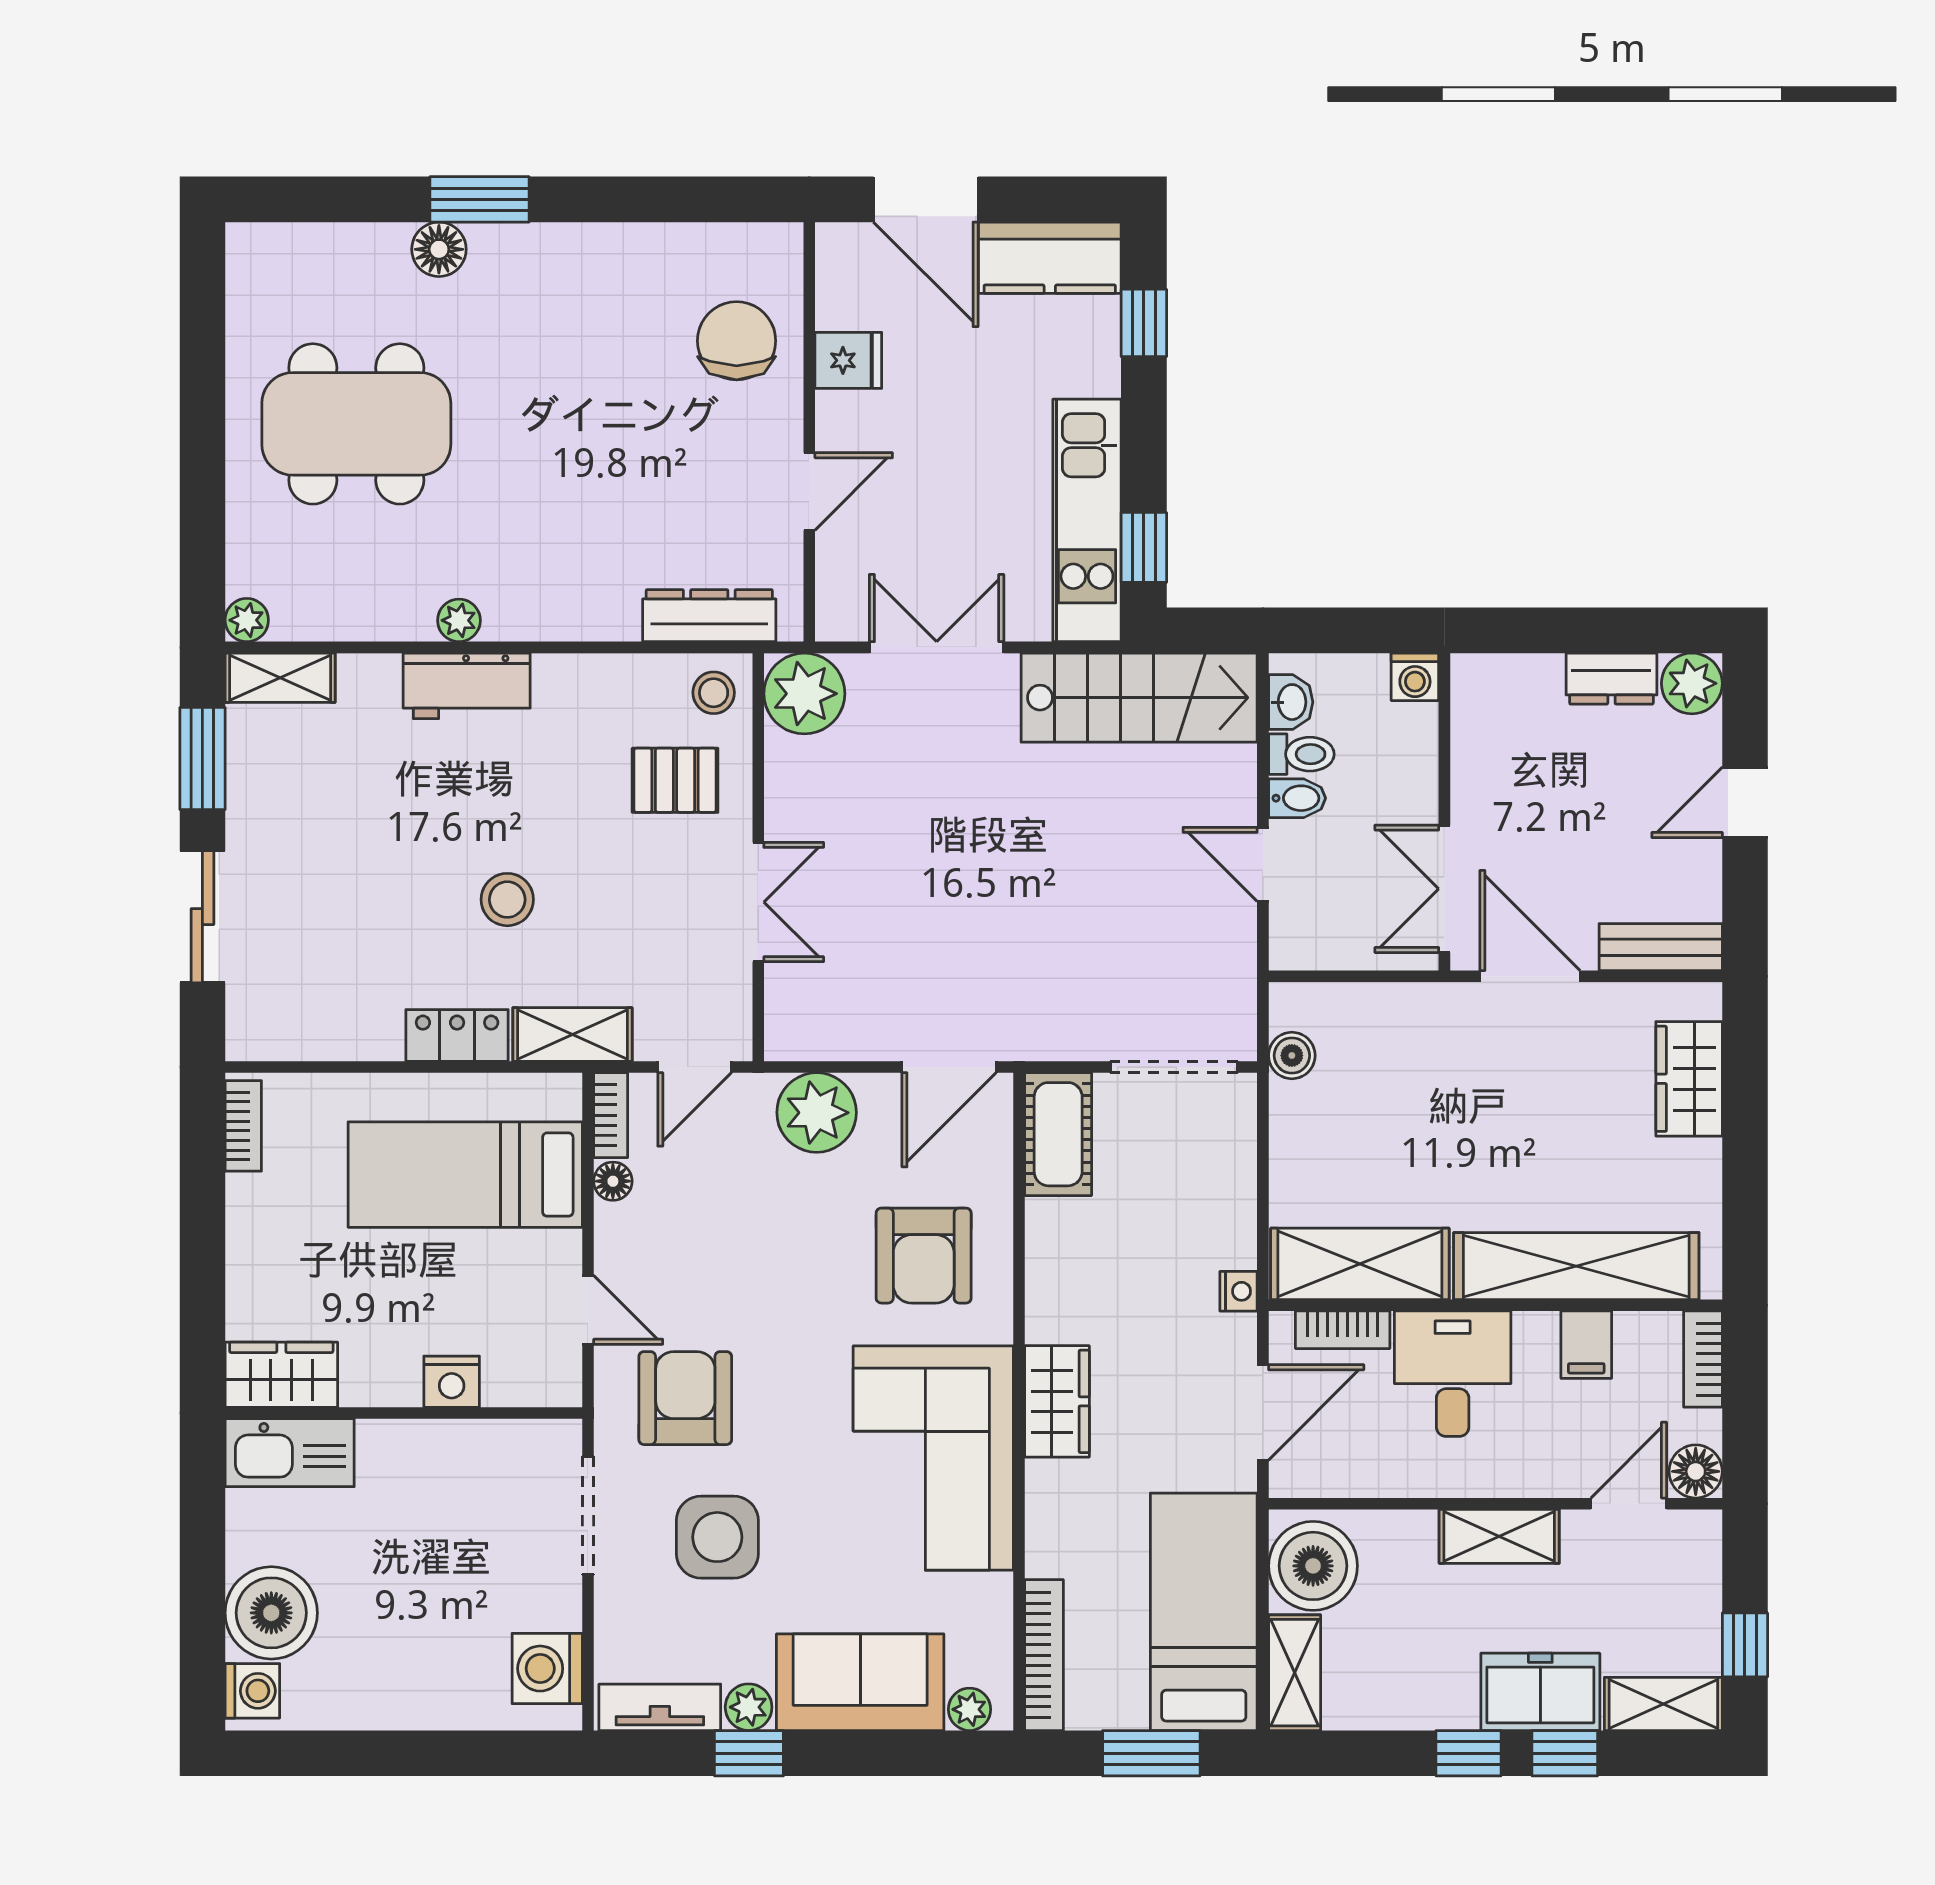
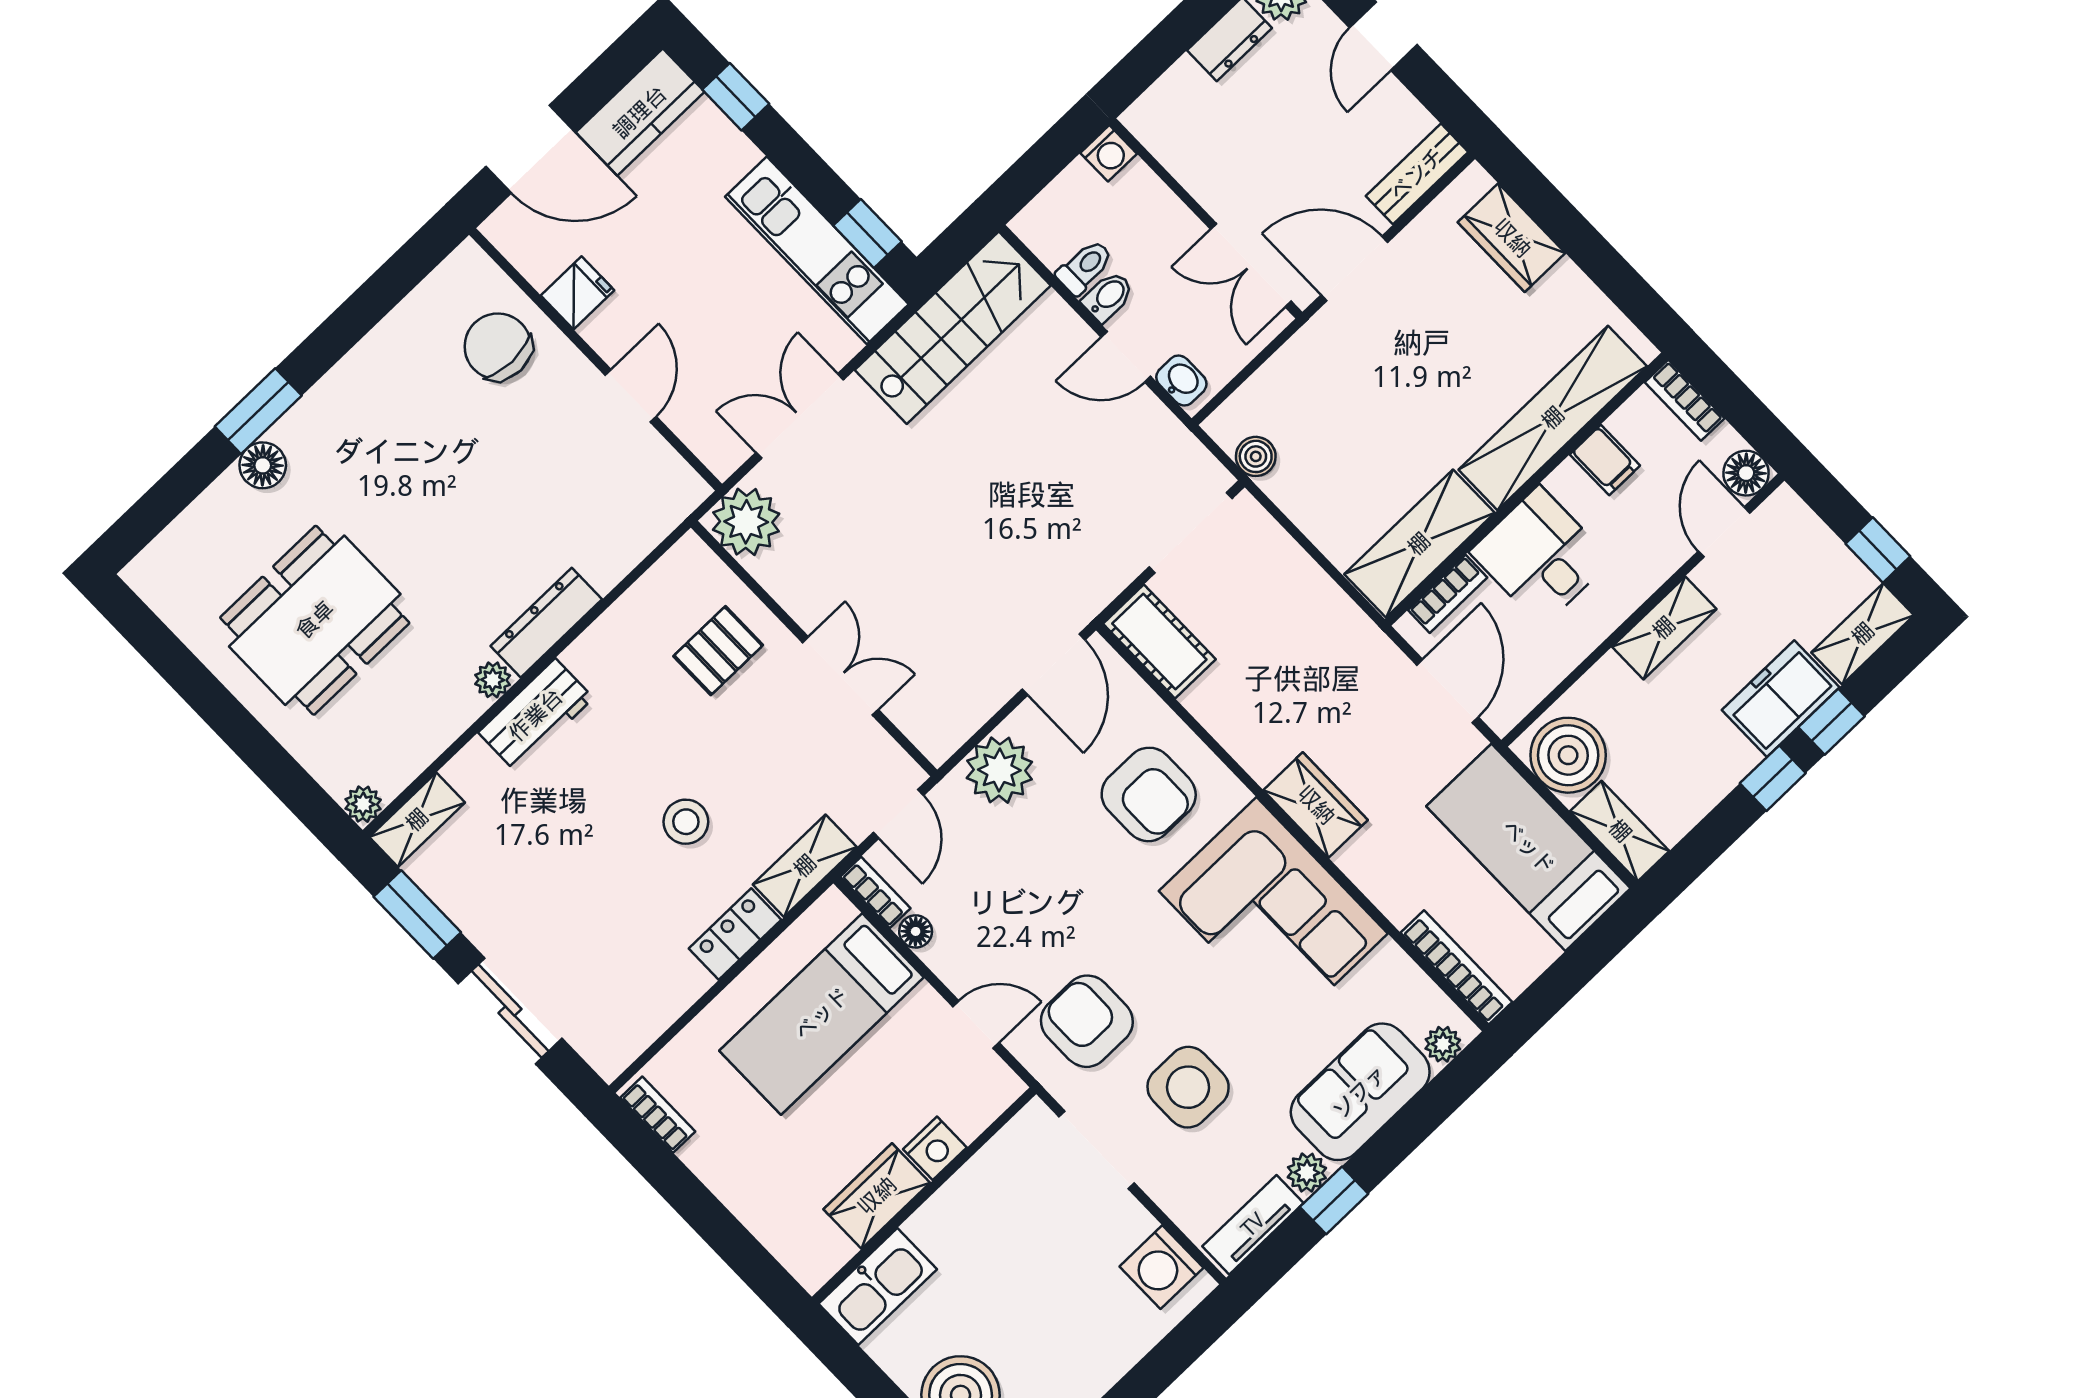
dresser: (709, 616) -> (546, 623), moved
stool: (714, 693) -> (690, 575), removed
washbasin: (1291, 702) -> (1181, 381), moved
nightstand: (1239, 1291) -> (1362, 631), removed
wardrobe: (281, 1375) -> (877, 1196), moved
window: (1151, 1753) -> (1579, 964), removed

